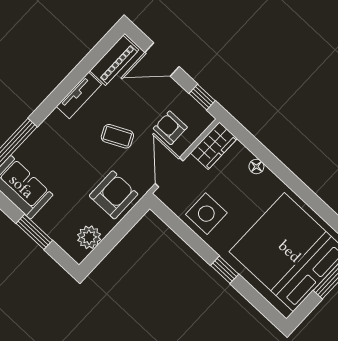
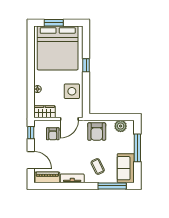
coffee table: (117, 136) -> (98, 166), moved
armchair: (114, 195) -> (97, 132), turned -90
window: (34, 232) -> (137, 148), width x1.44

